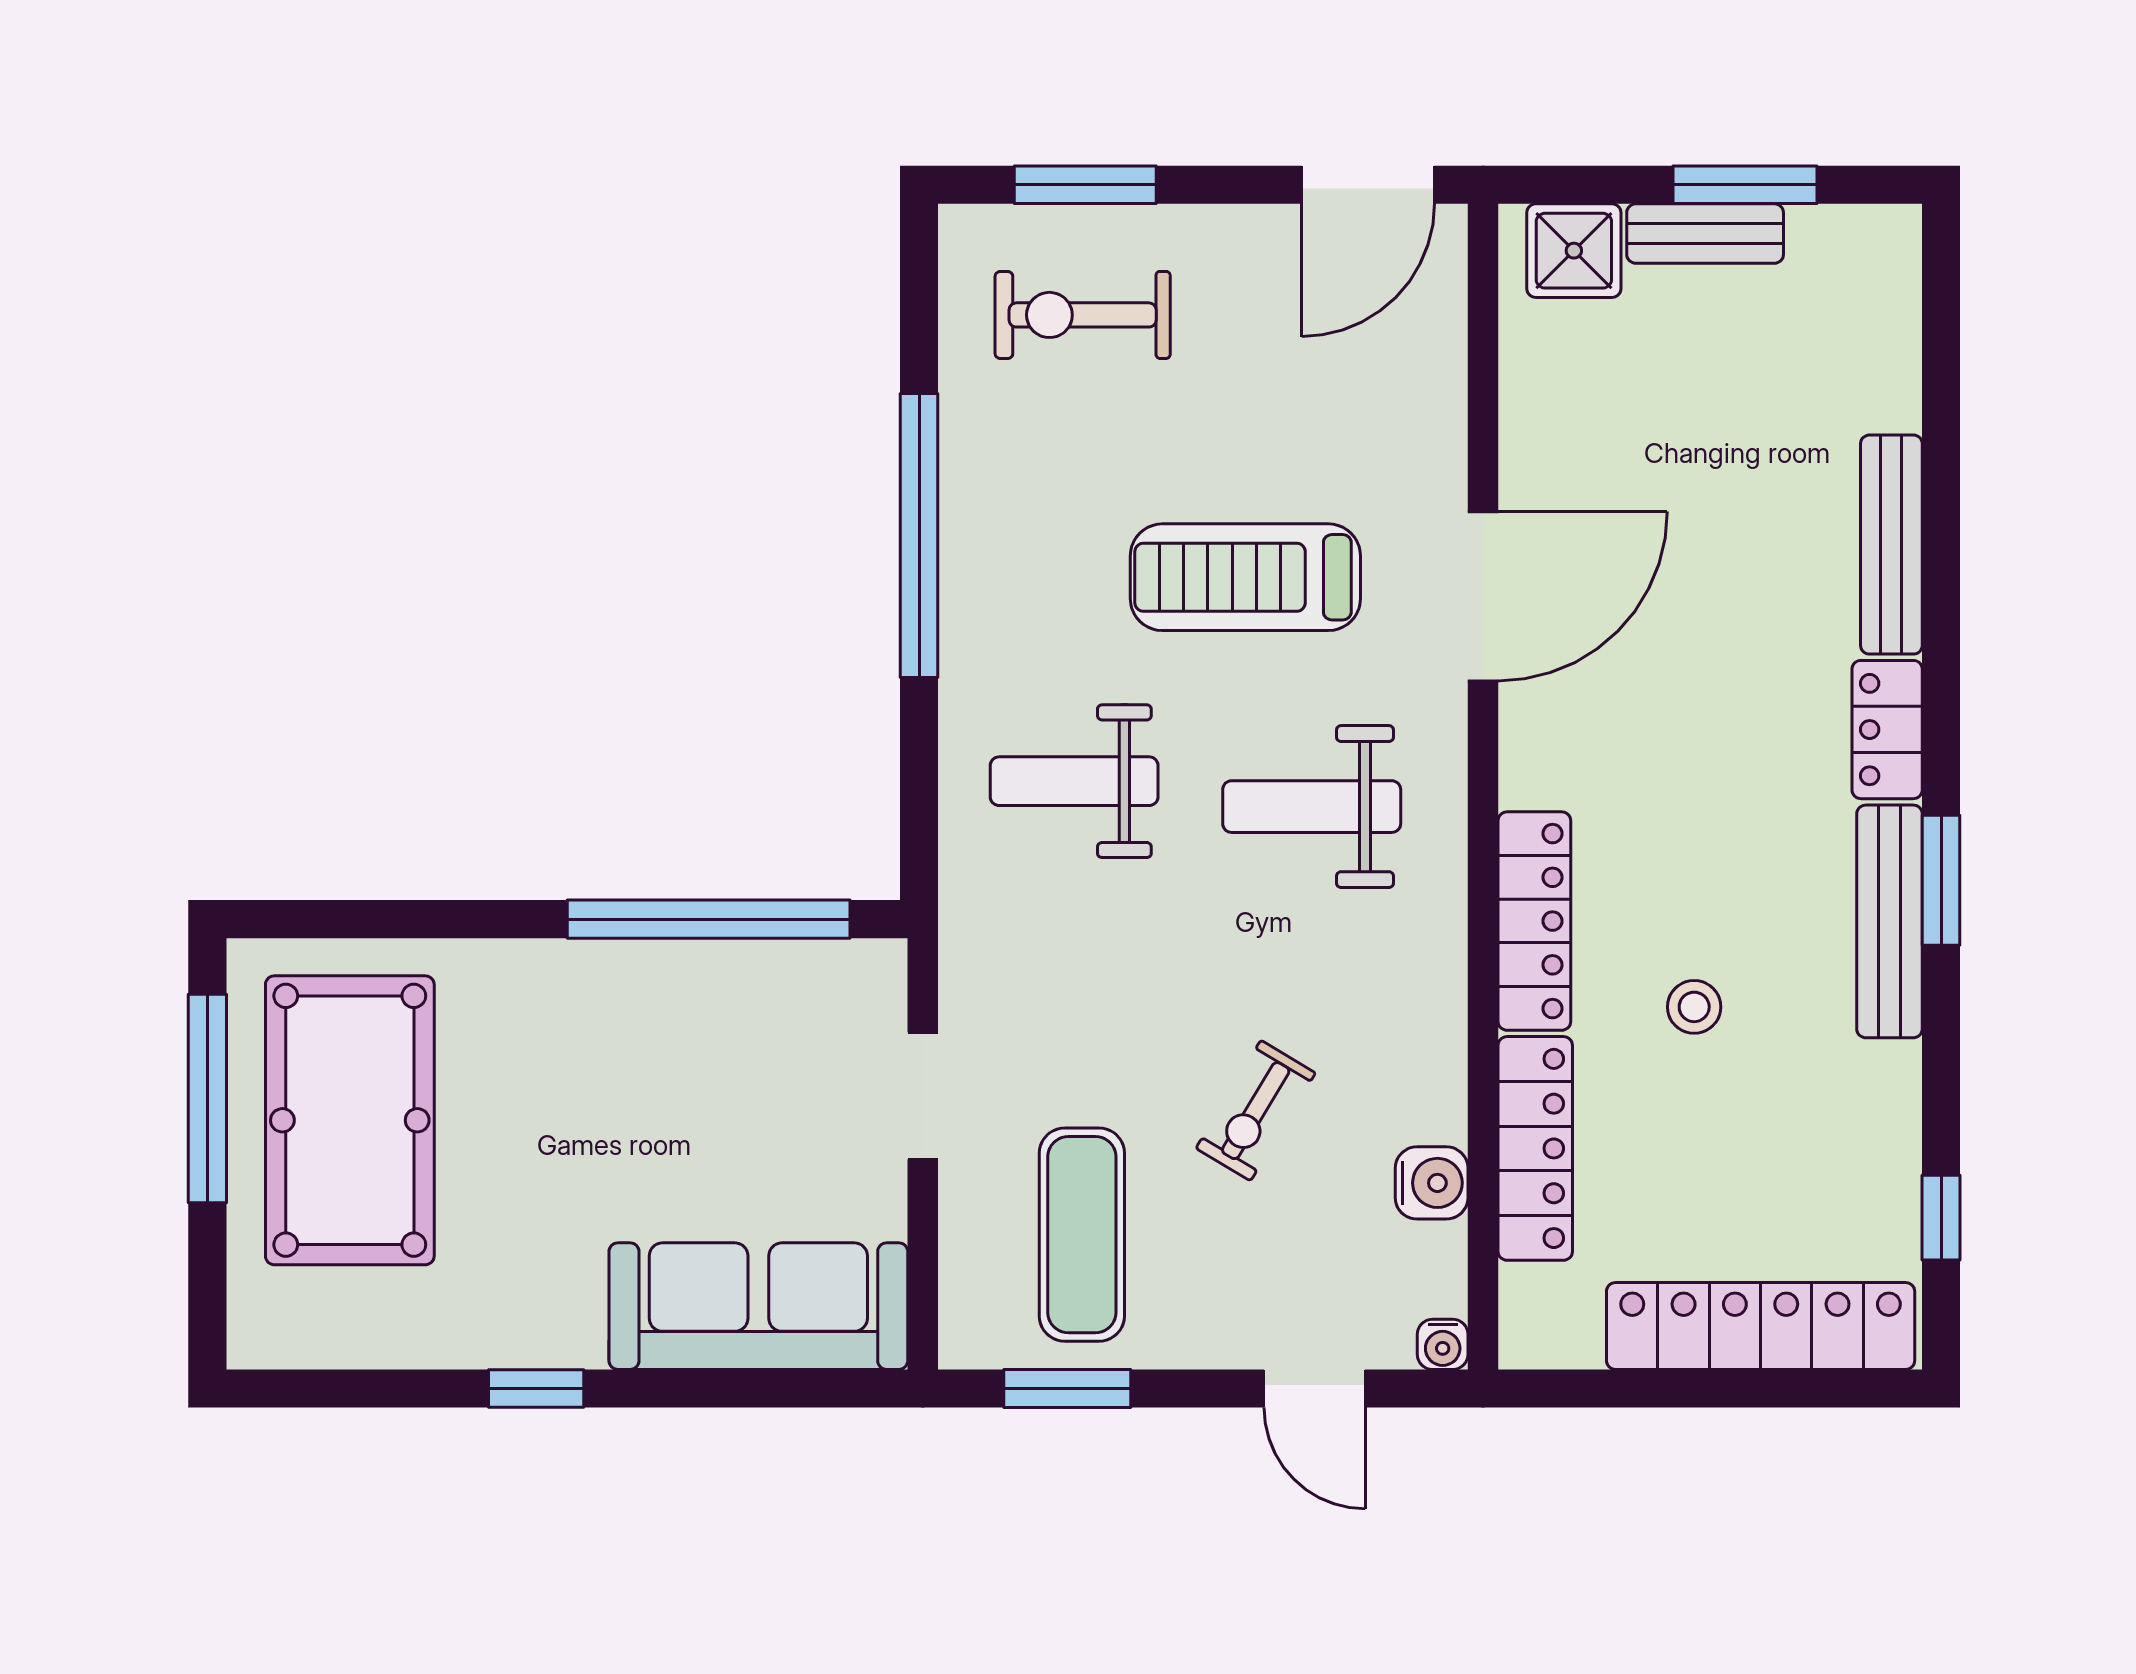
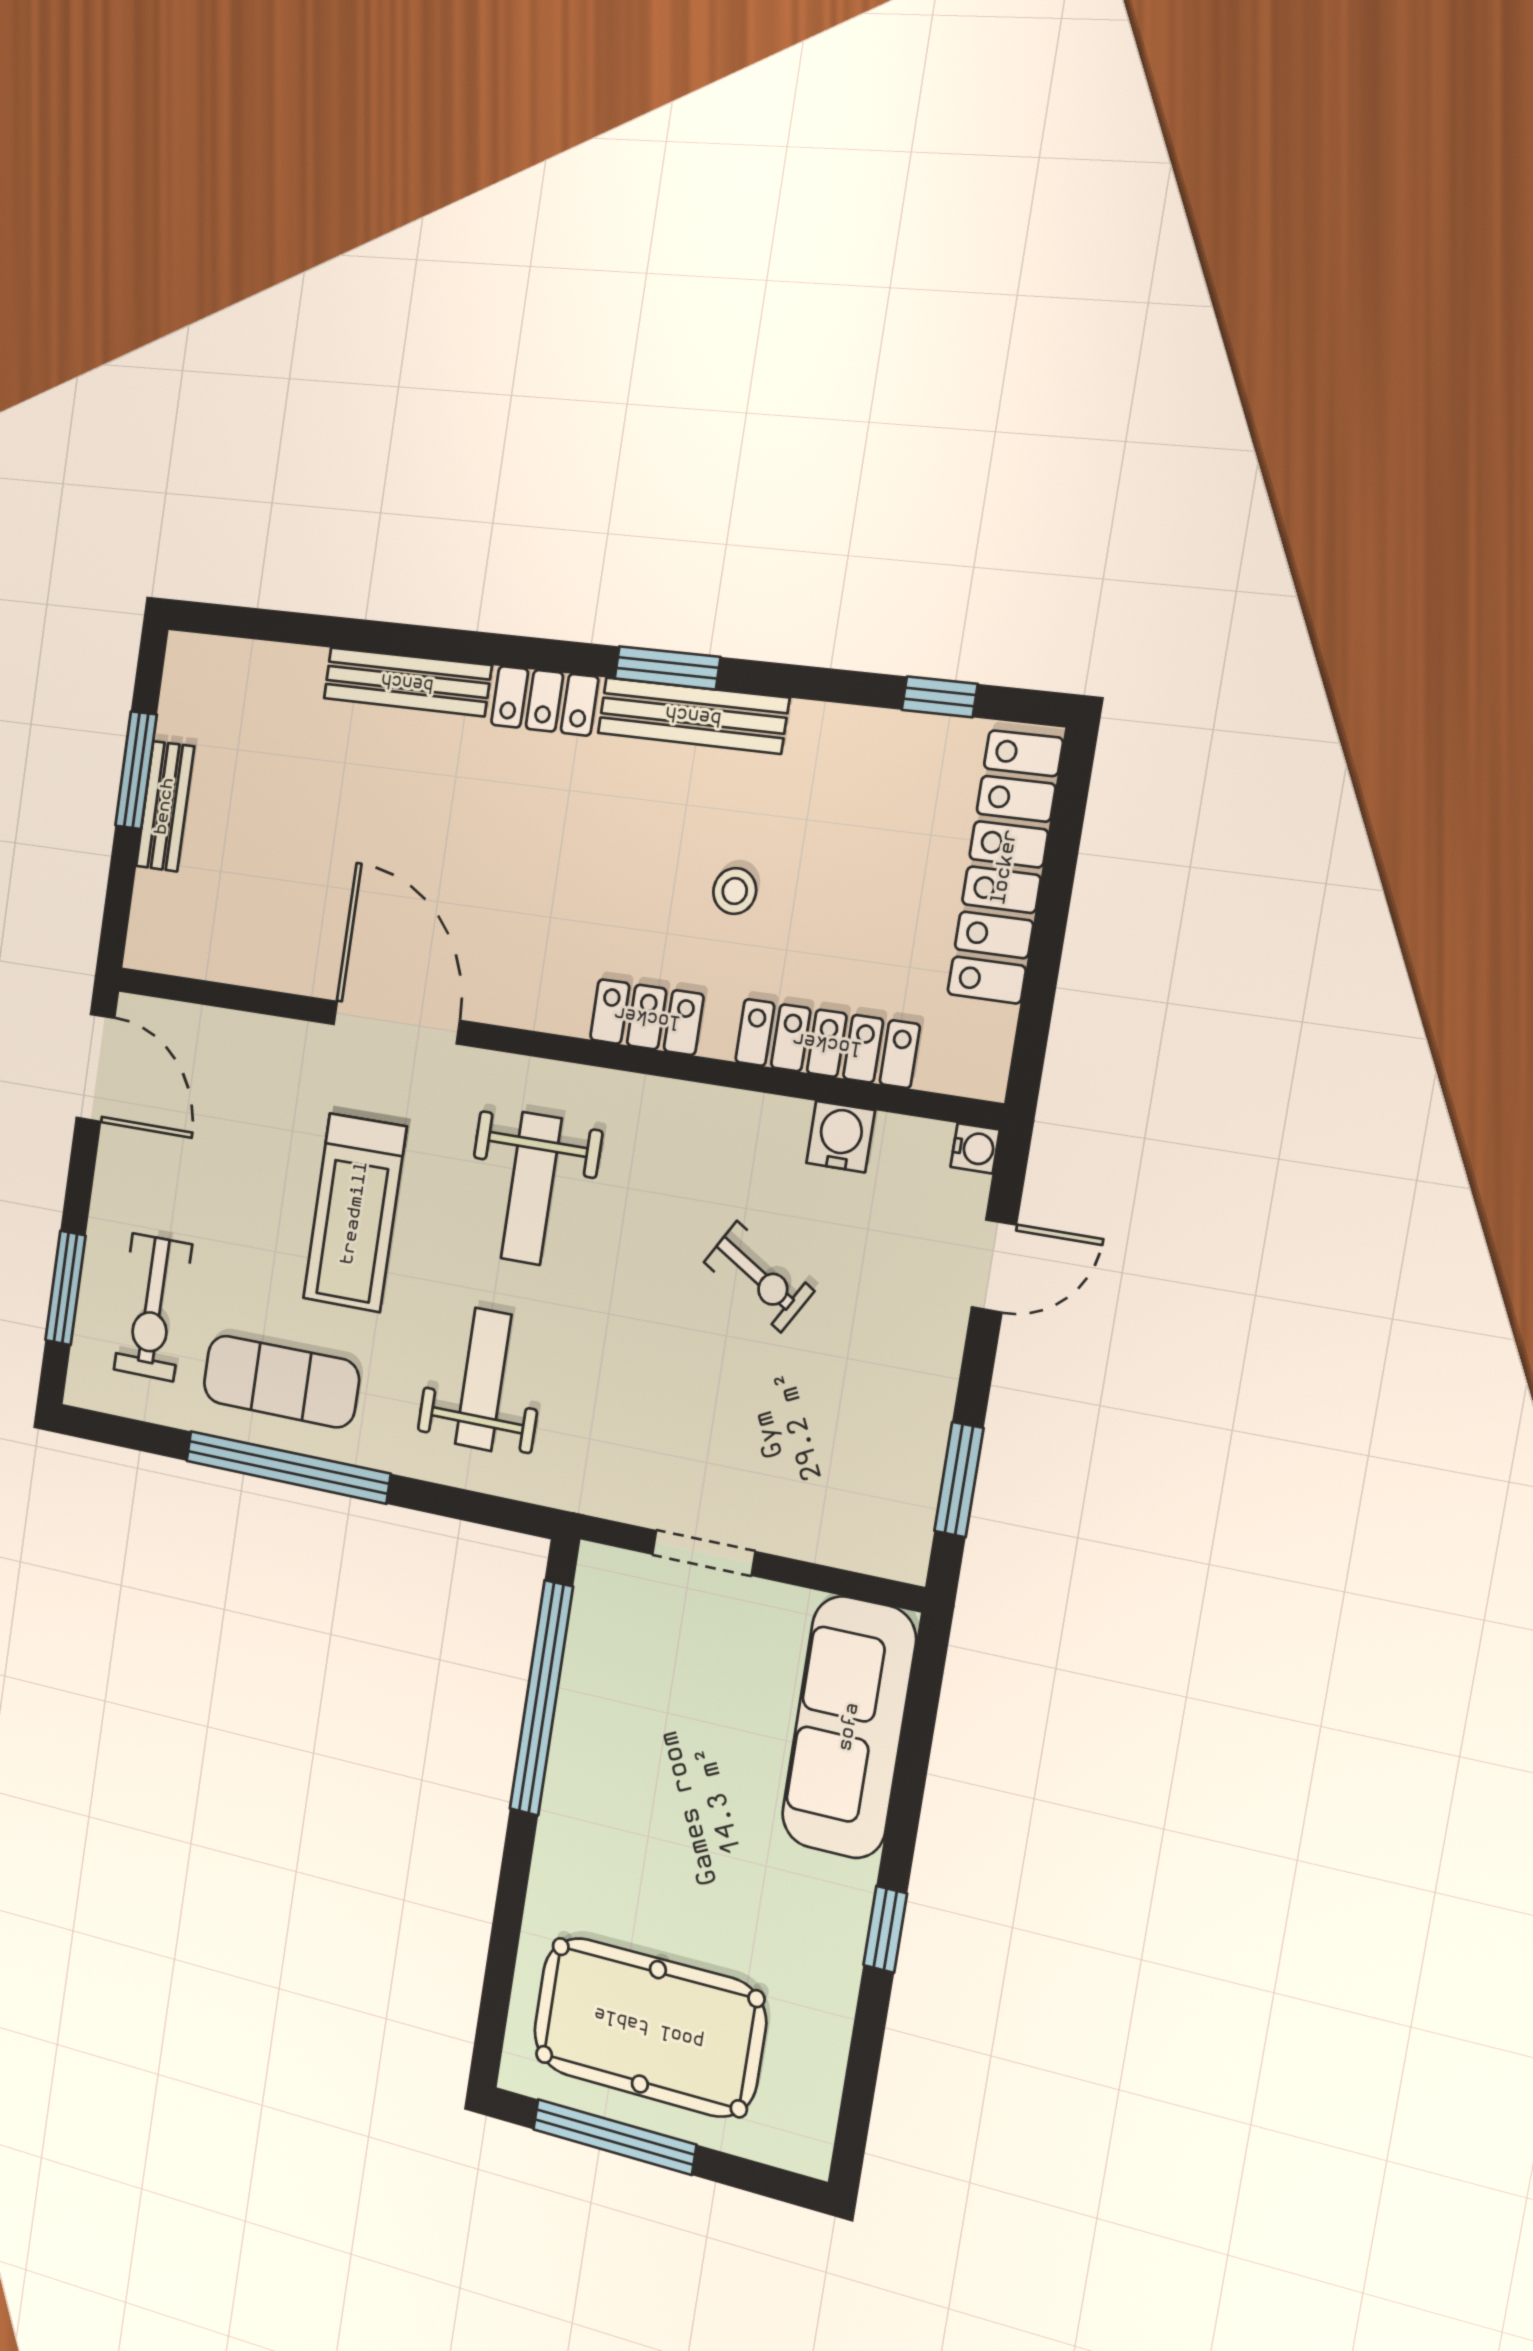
shower: (1574, 251) -> (163, 913), removed
weight bench: (1074, 781) -> (483, 1379), turned 180
locker: (1534, 921) -> (647, 1017), width x0.66
exercise mat: (1082, 1235) -> (281, 1381), moved

